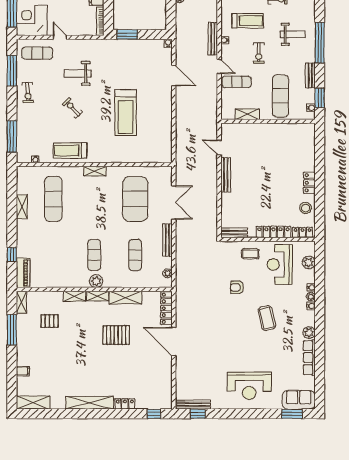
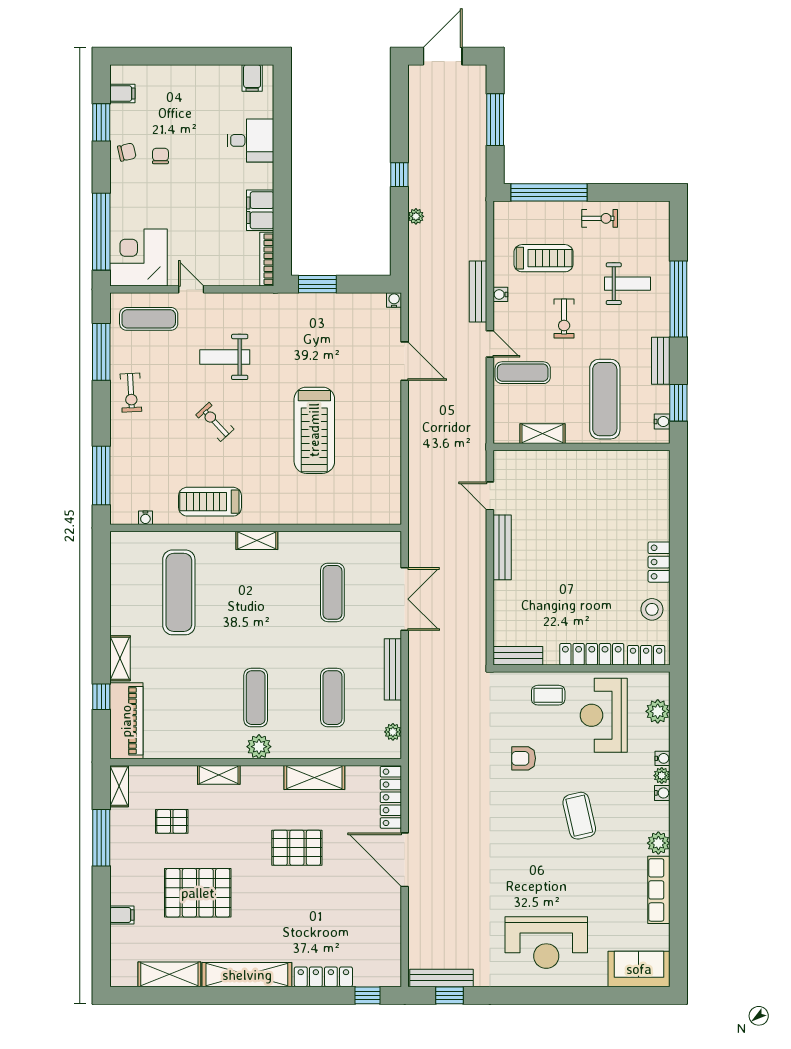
exercise mat: (135, 199) -> (332, 592), width x0.50, depth x0.69
shelving: (22, 207) -> (120, 658), moved
piano: (23, 273) -> (126, 721), width x1.37, depth x1.33
shelving: (98, 296) -> (262, 774), removed
pallet: (63, 359) -> (198, 893), added
shelving: (33, 403) -> (169, 974), moved
locker: (125, 404) -> (323, 977), width x1.53
window: (292, 414) -> (626, 995), removed

